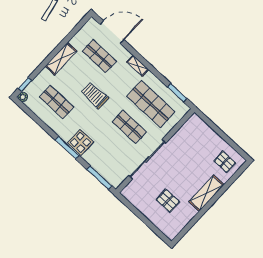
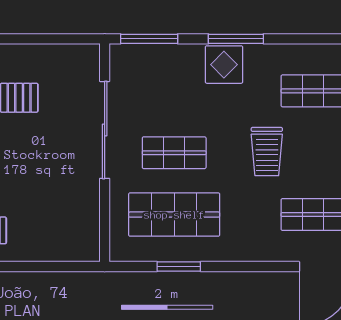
shelving: (138, 66) -> (244, 252), removed
window: (177, 93) -> (179, 267), moved
trolley: (95, 95) -> (267, 152), turned 90

